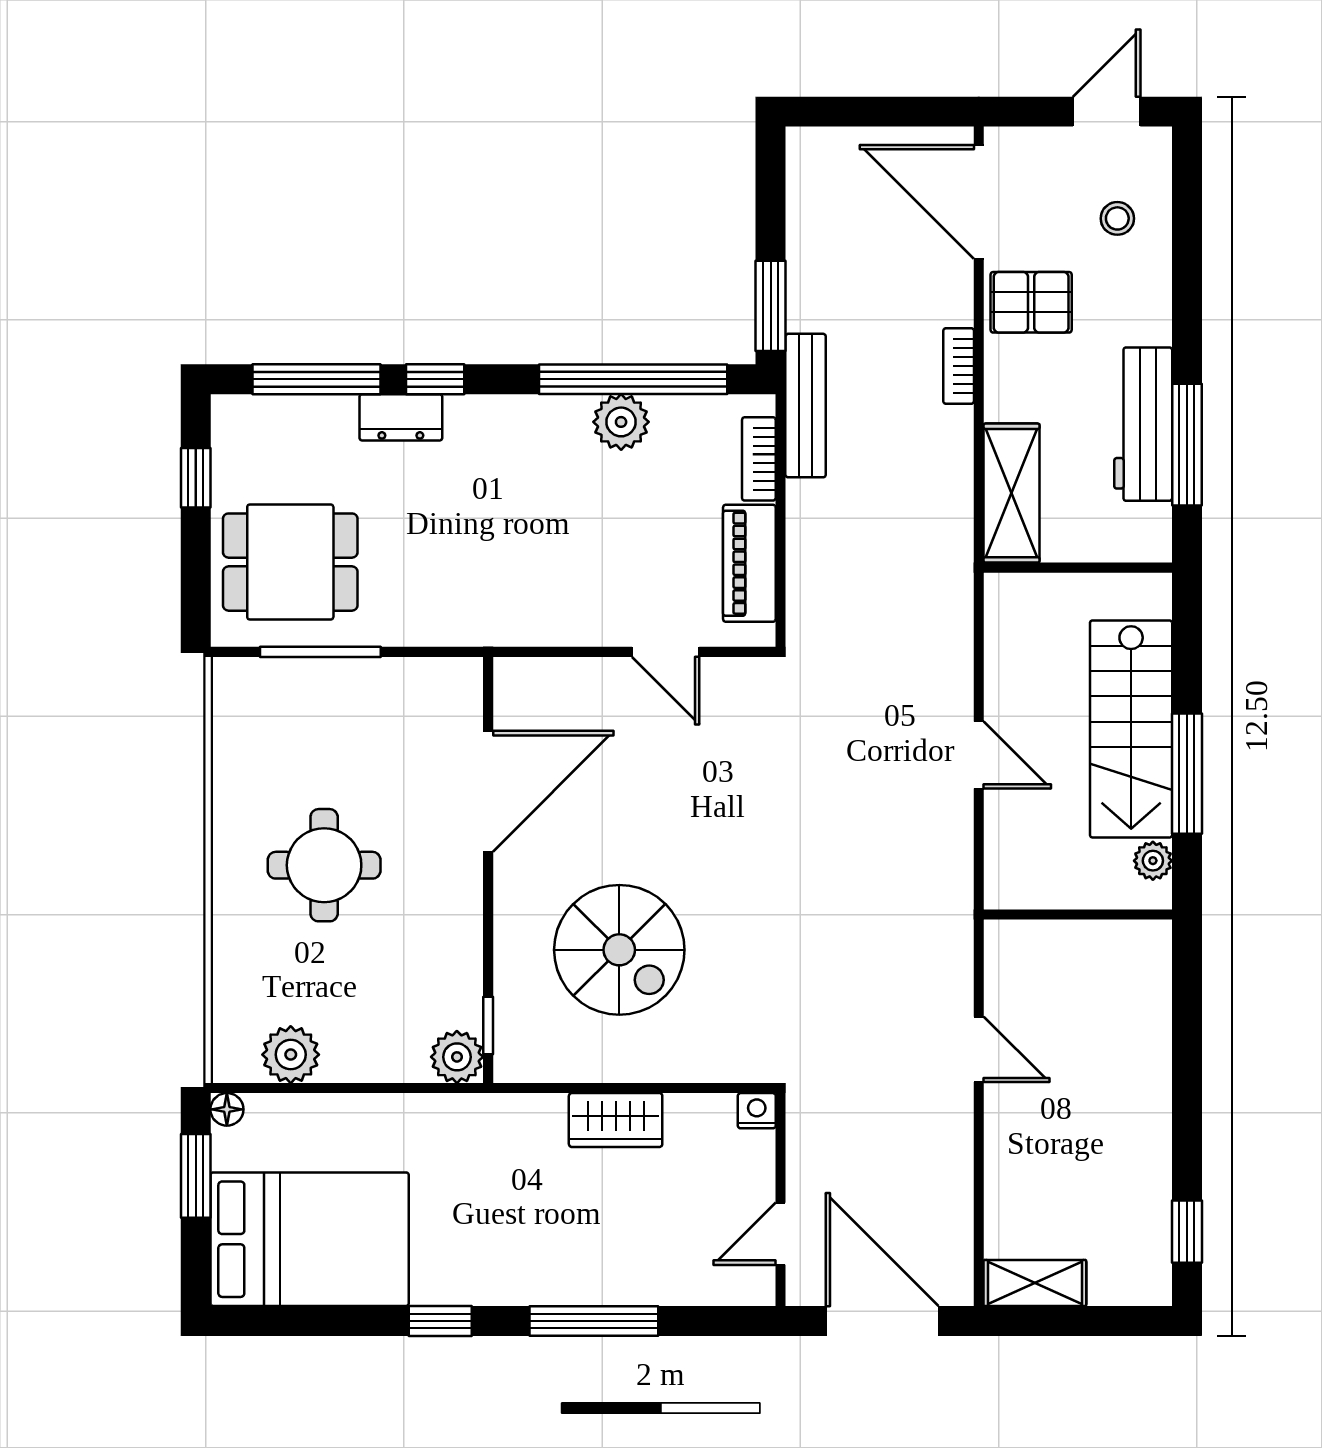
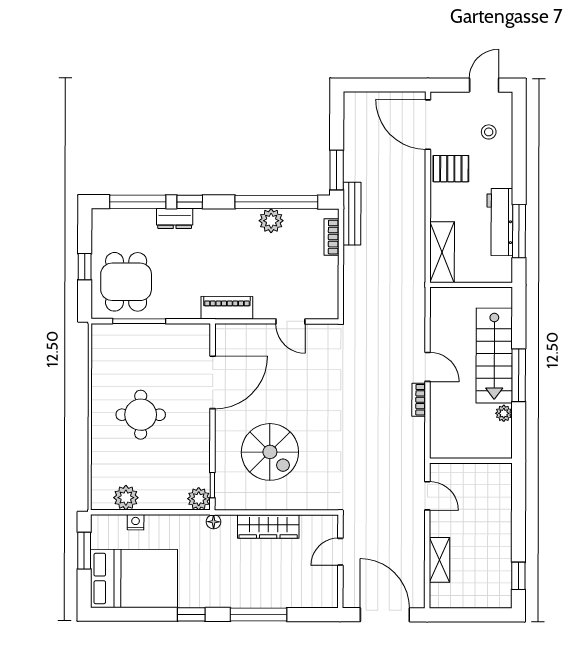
bookcase: (959, 366) -> (419, 400), moved
window: (196, 478) -> (85, 267), moved
dining table: (290, 562) -> (126, 282), turned 90
piano: (749, 563) -> (227, 308), moved, turned 90
wall: (1078, 915) -> (471, 461), moved
floor lamp: (227, 1109) -> (214, 522), moved
nightstand: (757, 1111) -> (136, 522), moved
wardrobe: (616, 1120) -> (268, 527), width x1.50
door: (780, 1234) -> (340, 552), moved
shelving: (1035, 1283) -> (439, 560), moved, turned 90

